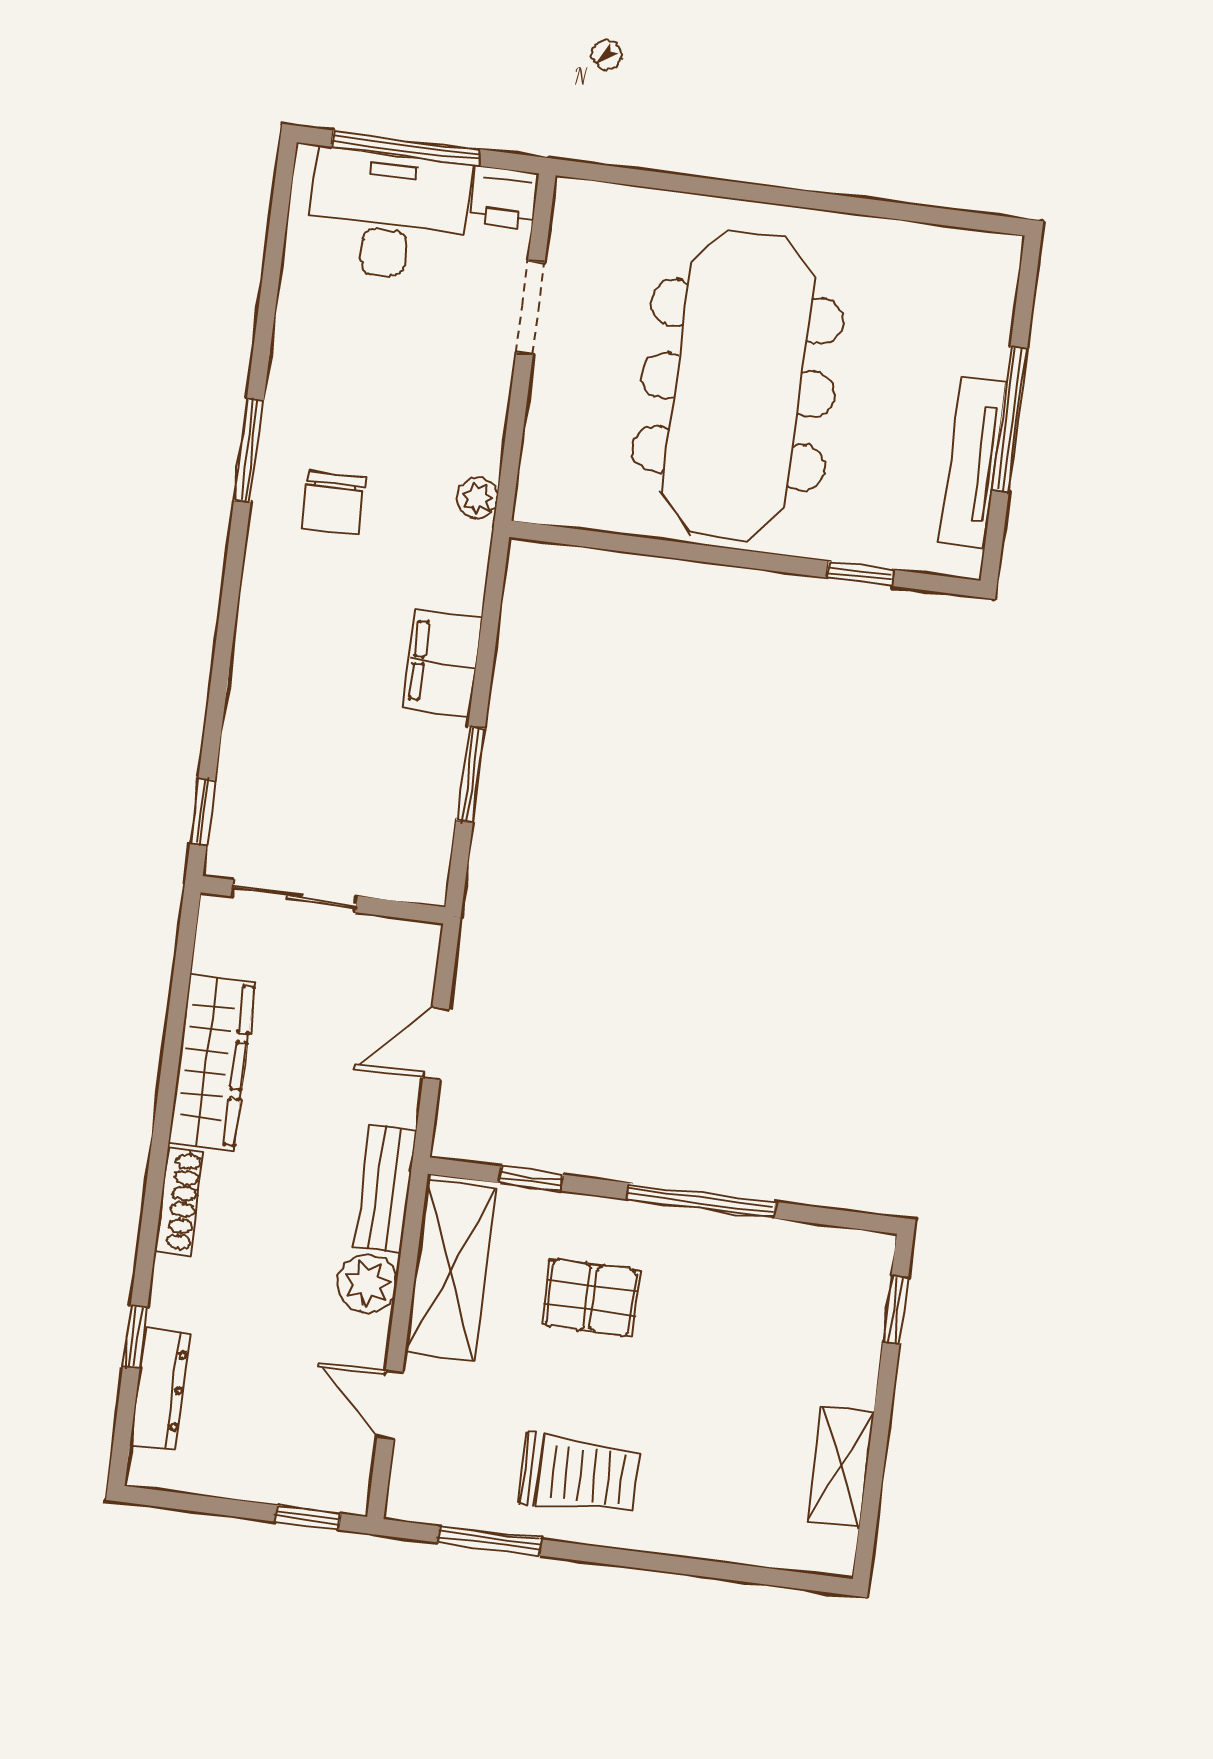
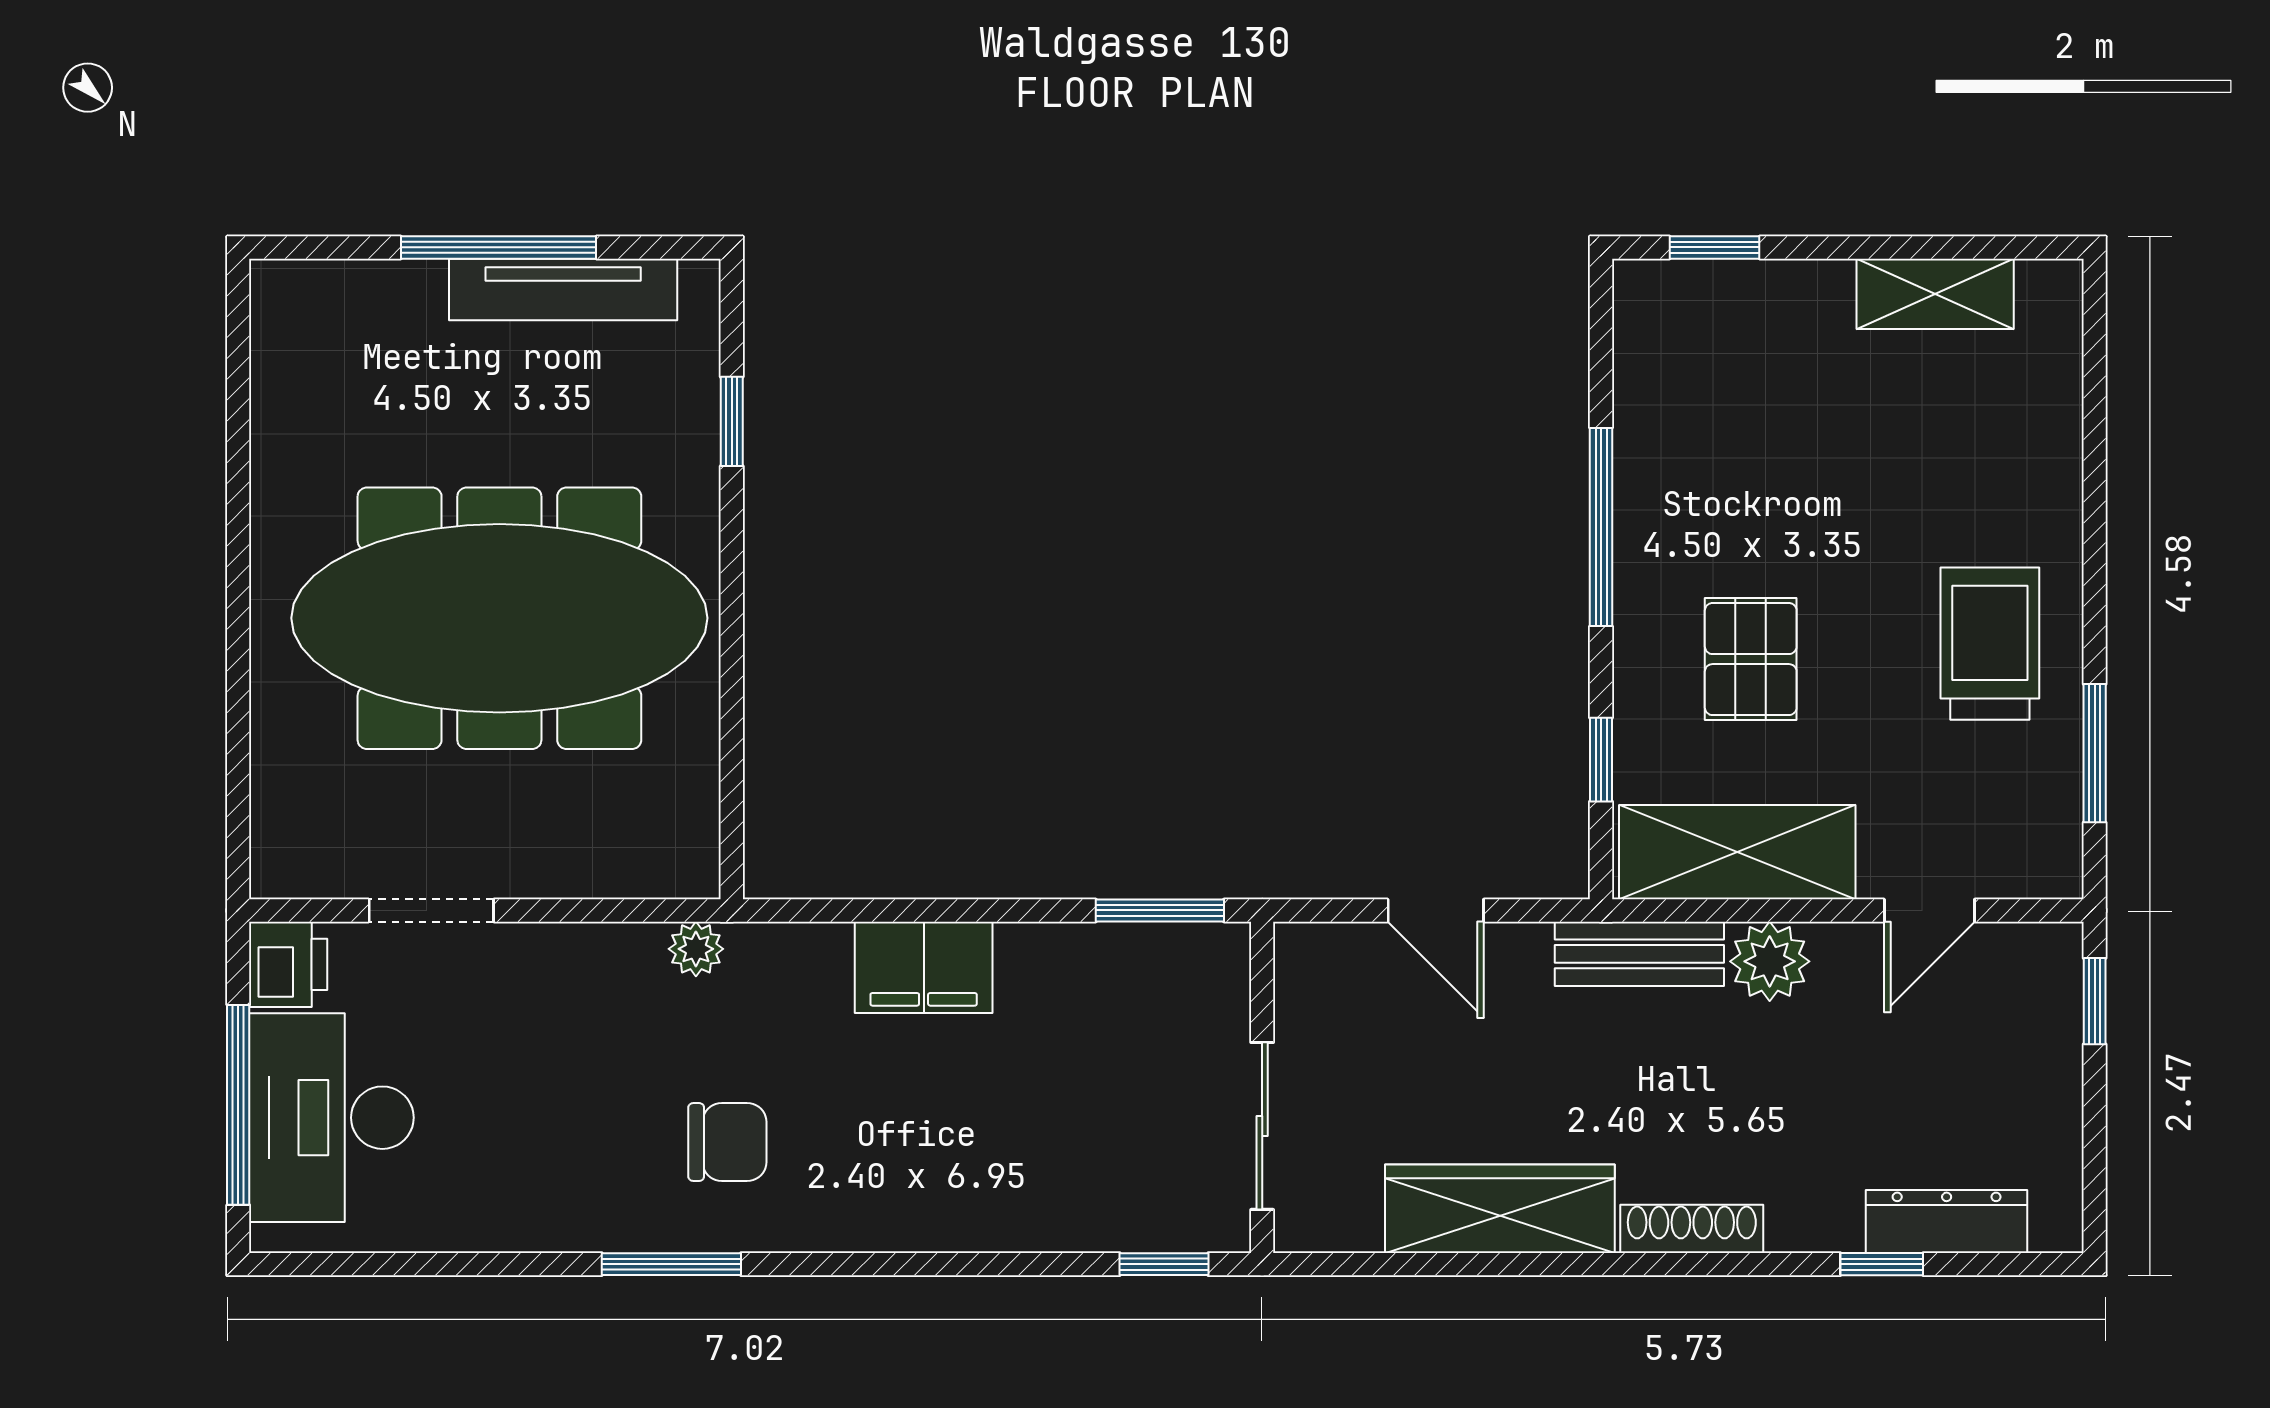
window: (471, 774) -> (1160, 910), moved

